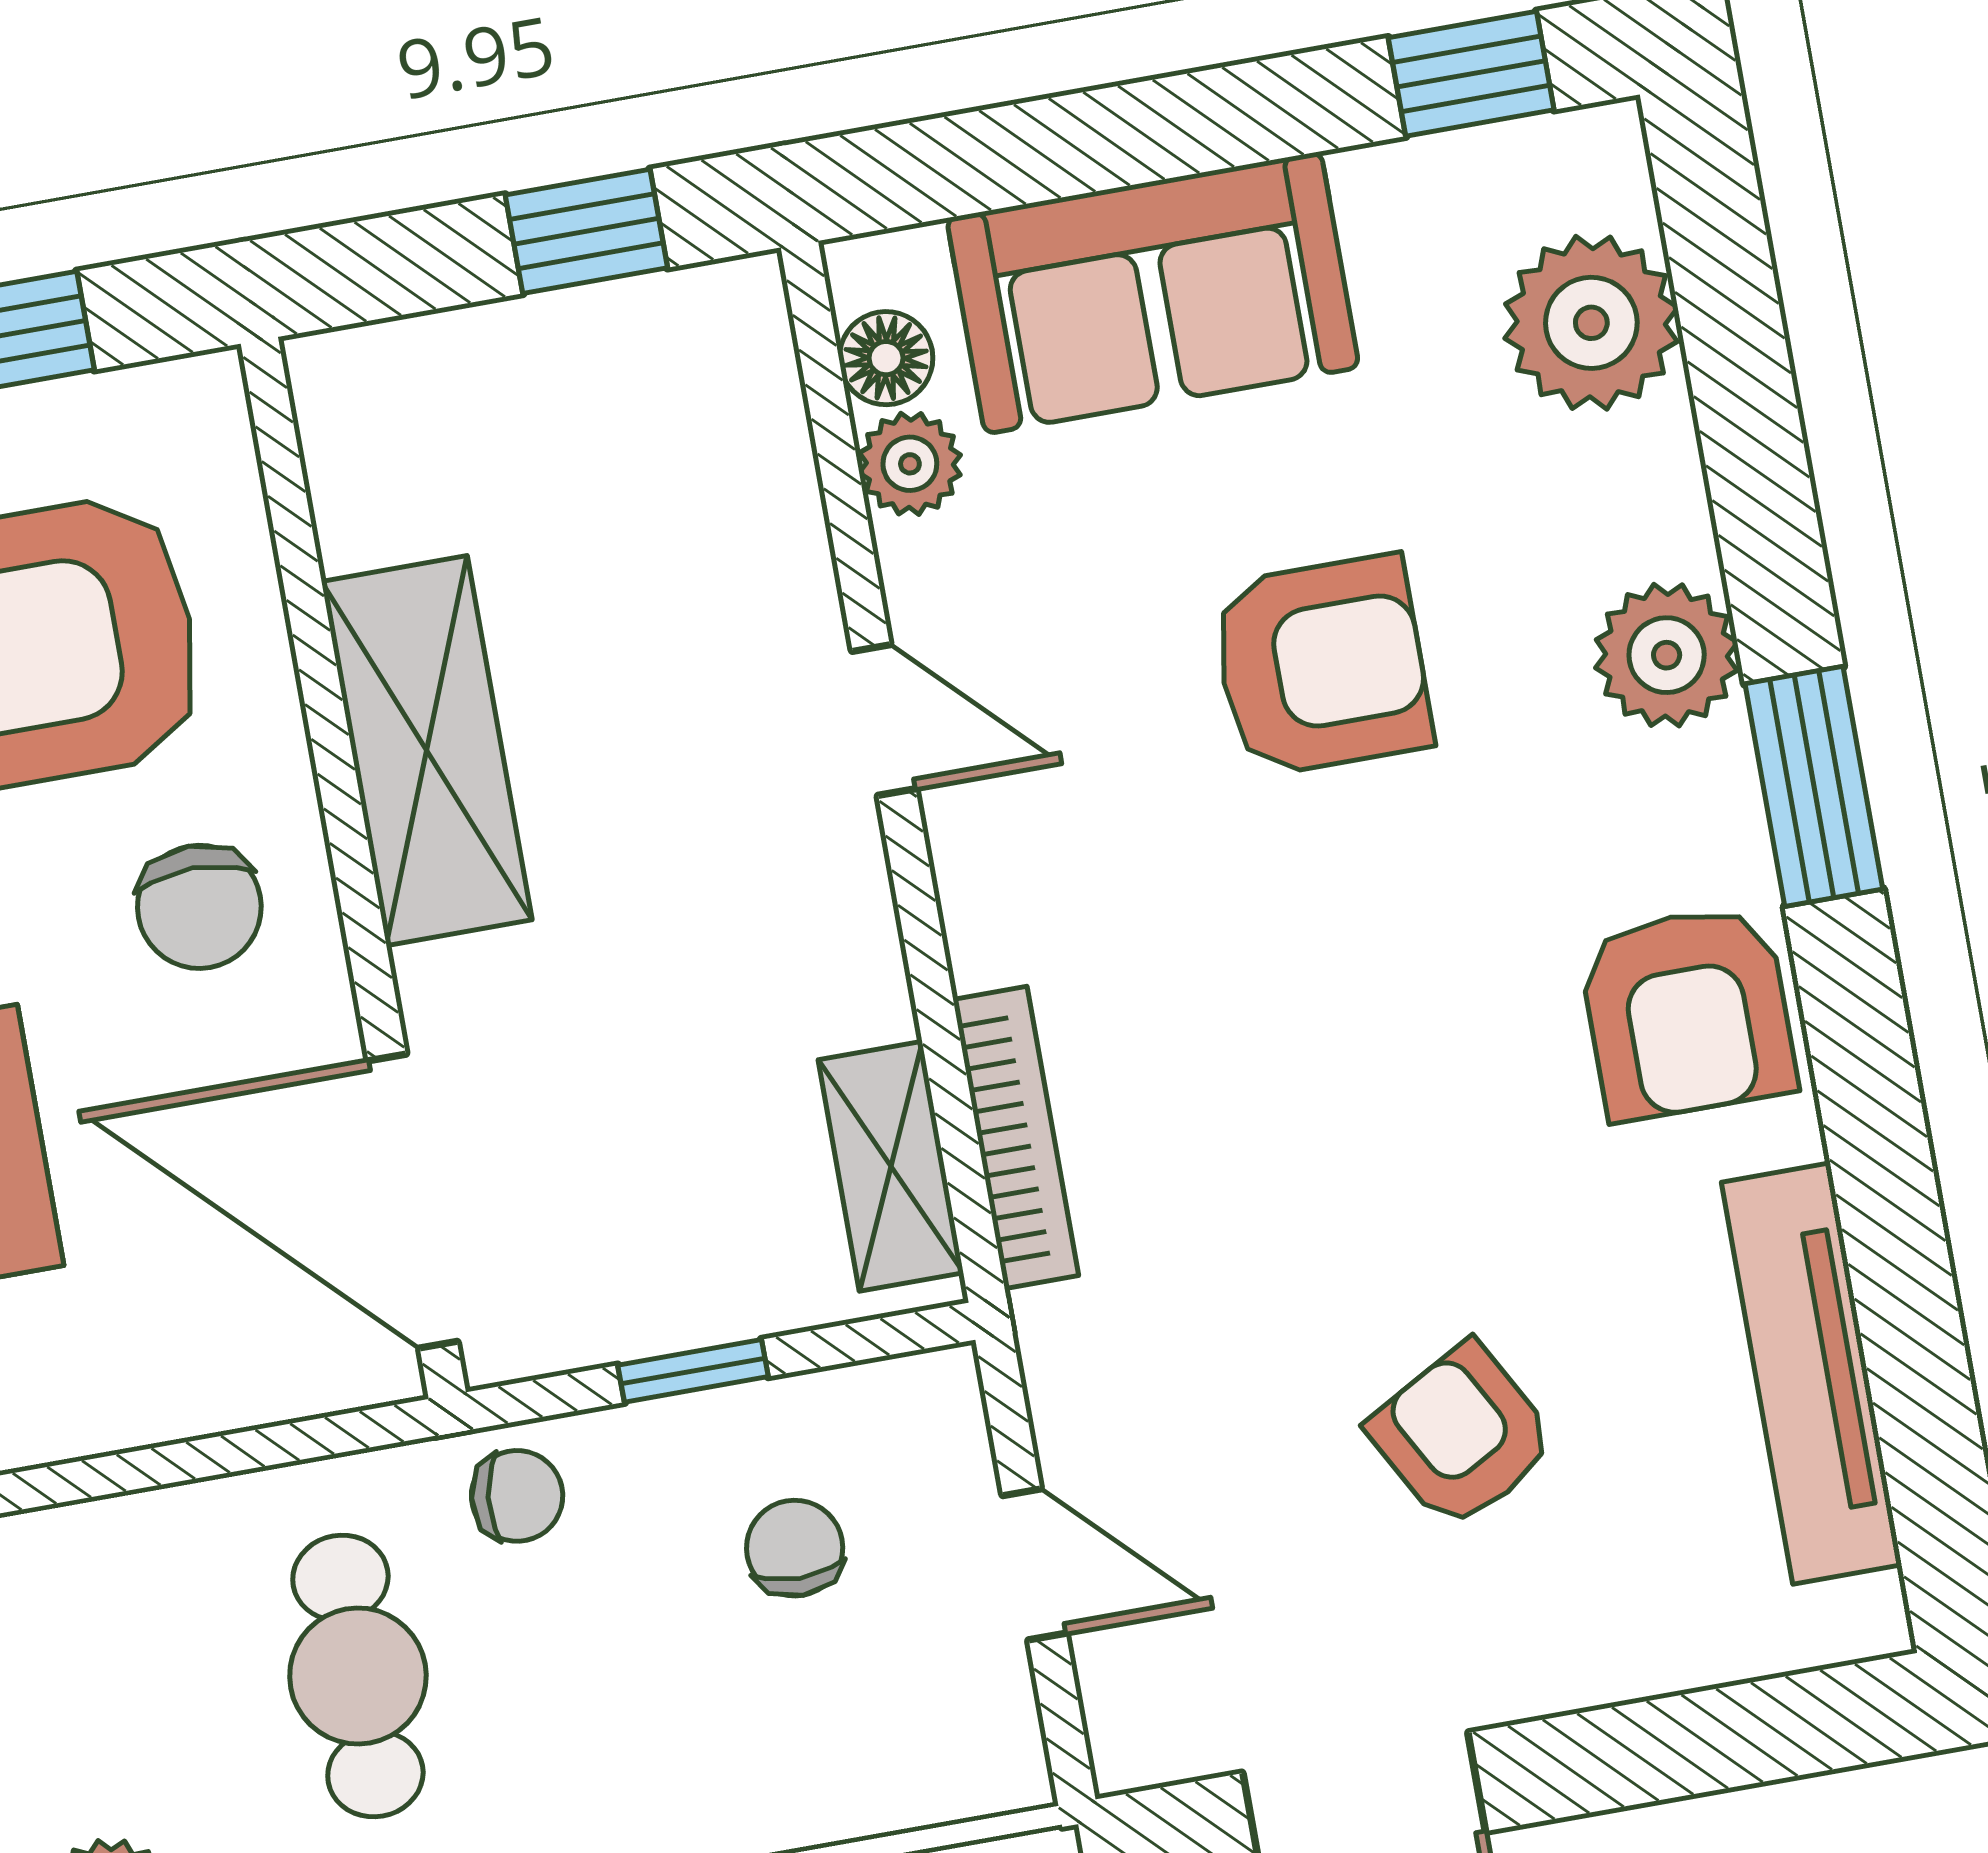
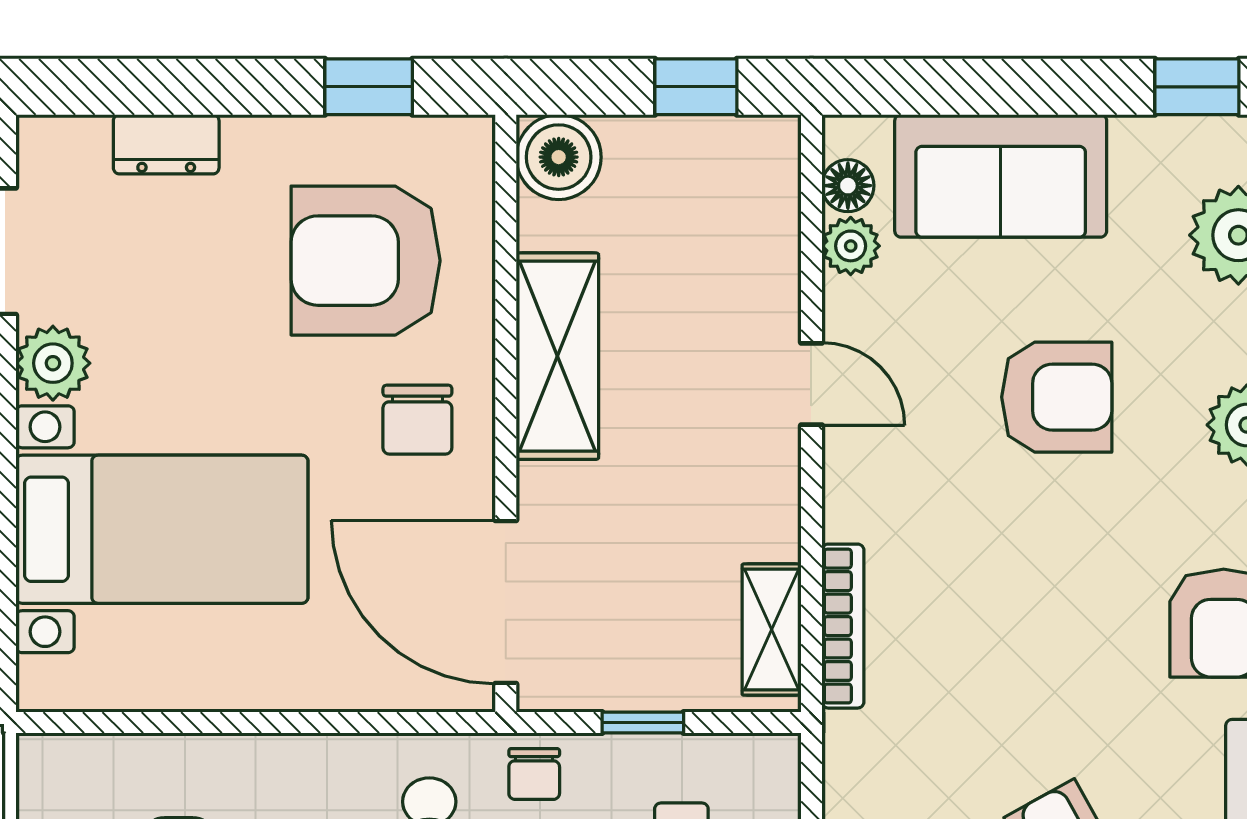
boiler: (366, 399) -> (559, 157), added
chair: (517, 1496) -> (534, 774), turned 83

